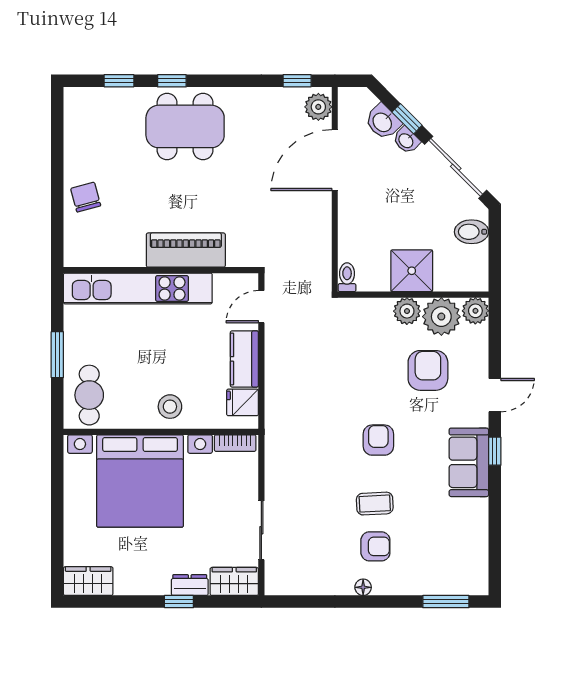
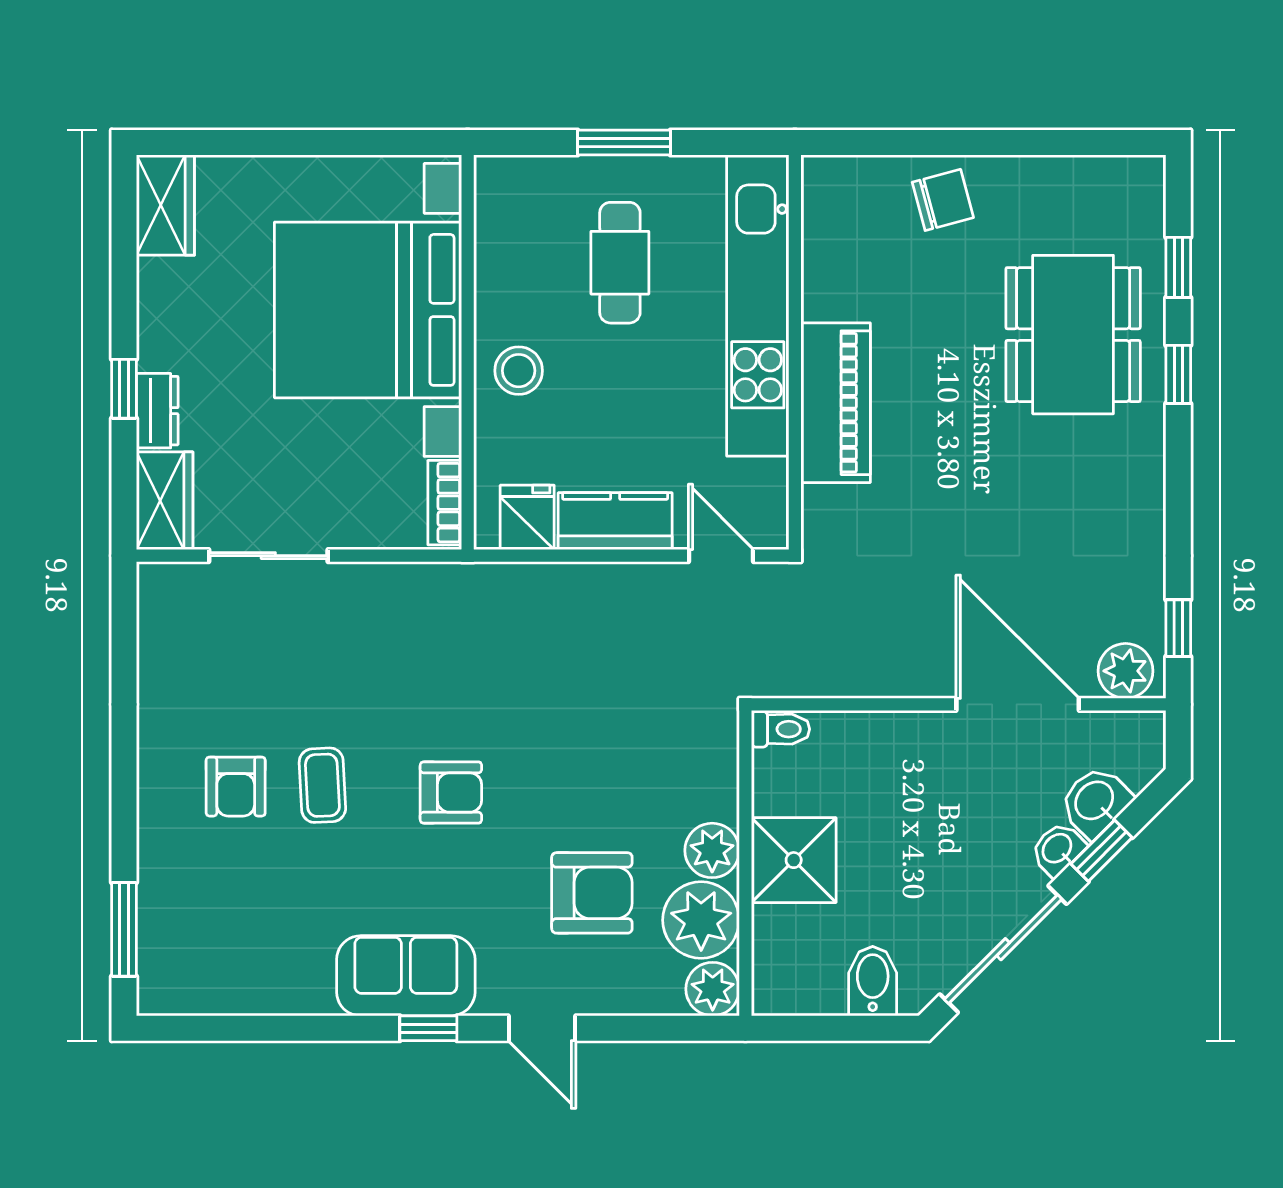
dining table: (185, 126) -> (1073, 335), moved
cafe table: (89, 395) -> (620, 263), moved, turned 90
floor lamp: (363, 587) -> (153, 762), removed

